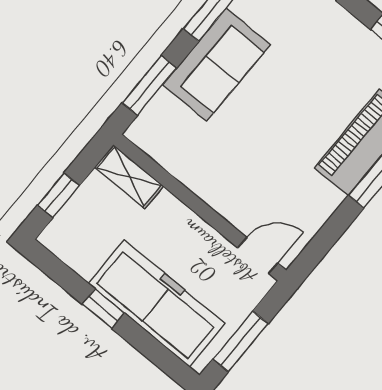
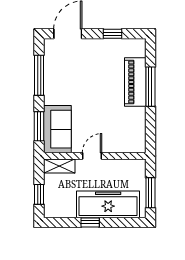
sofa: (217, 65) -> (57, 129), moved
door: (258, 256) -> (92, 156), moved

